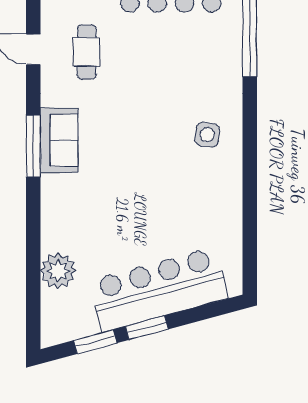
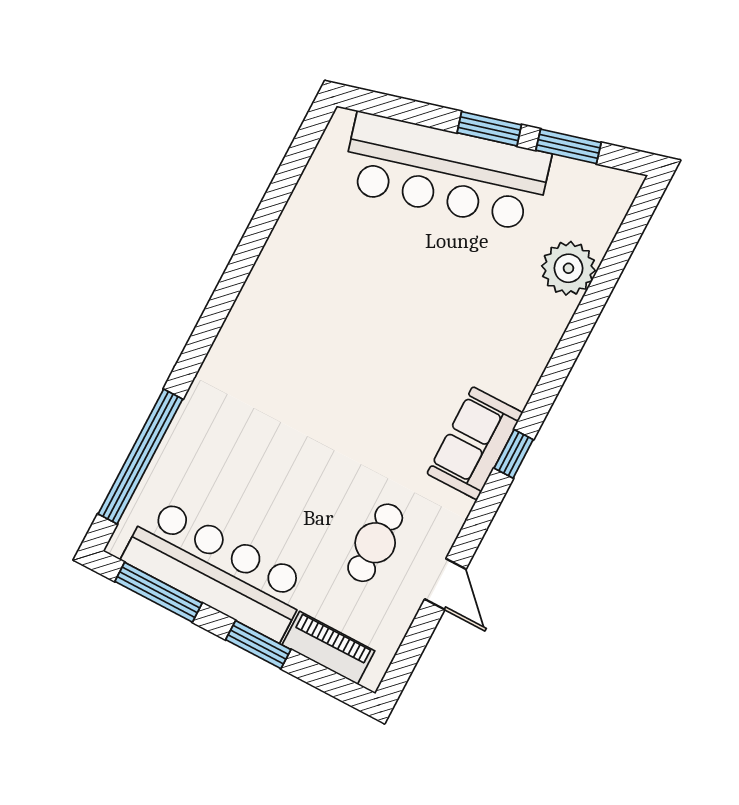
side table: (207, 135) -> (271, 346), removed
window: (33, 146) -> (514, 454), width x0.46

